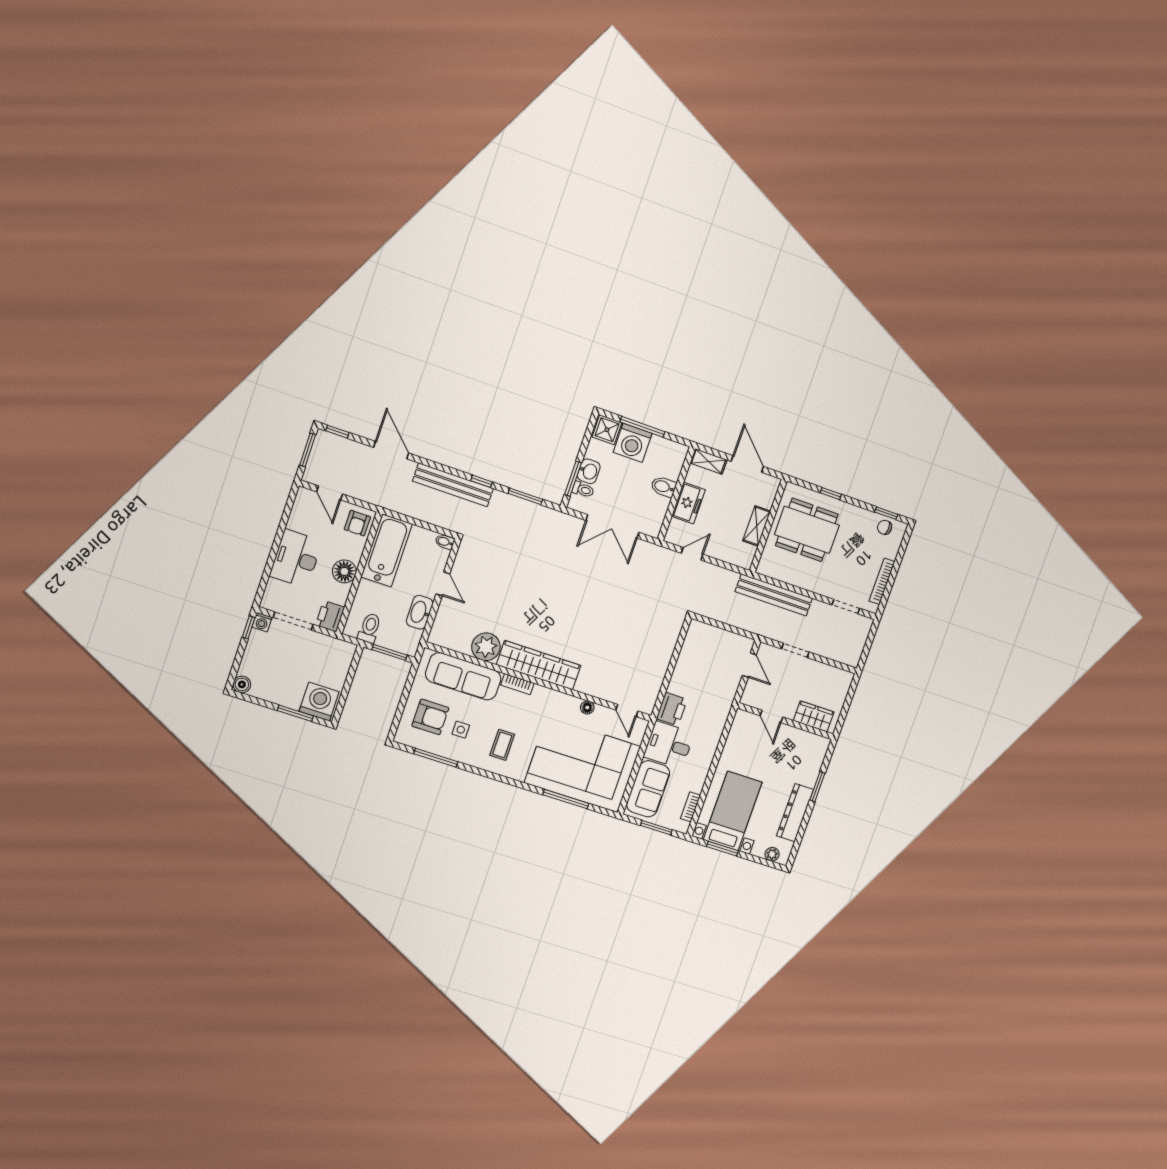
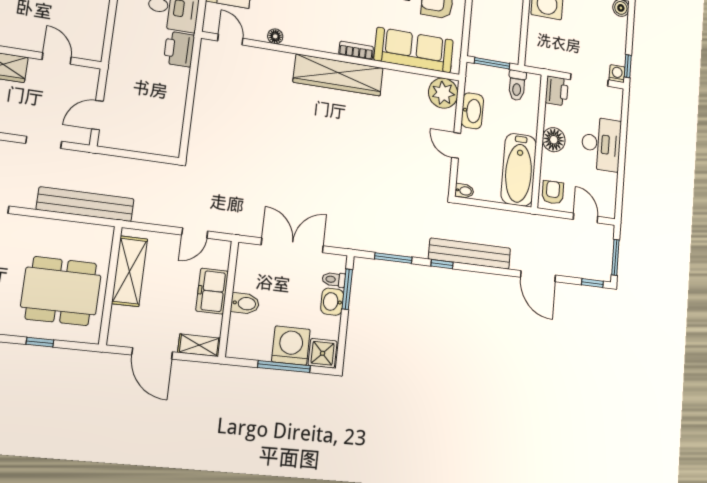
shelving: (757, 526) -> (130, 271), width x1.50, depth x1.33
plant: (486, 647) -> (443, 93), moved
door: (749, 665) -> (97, 115), hinge flipped

